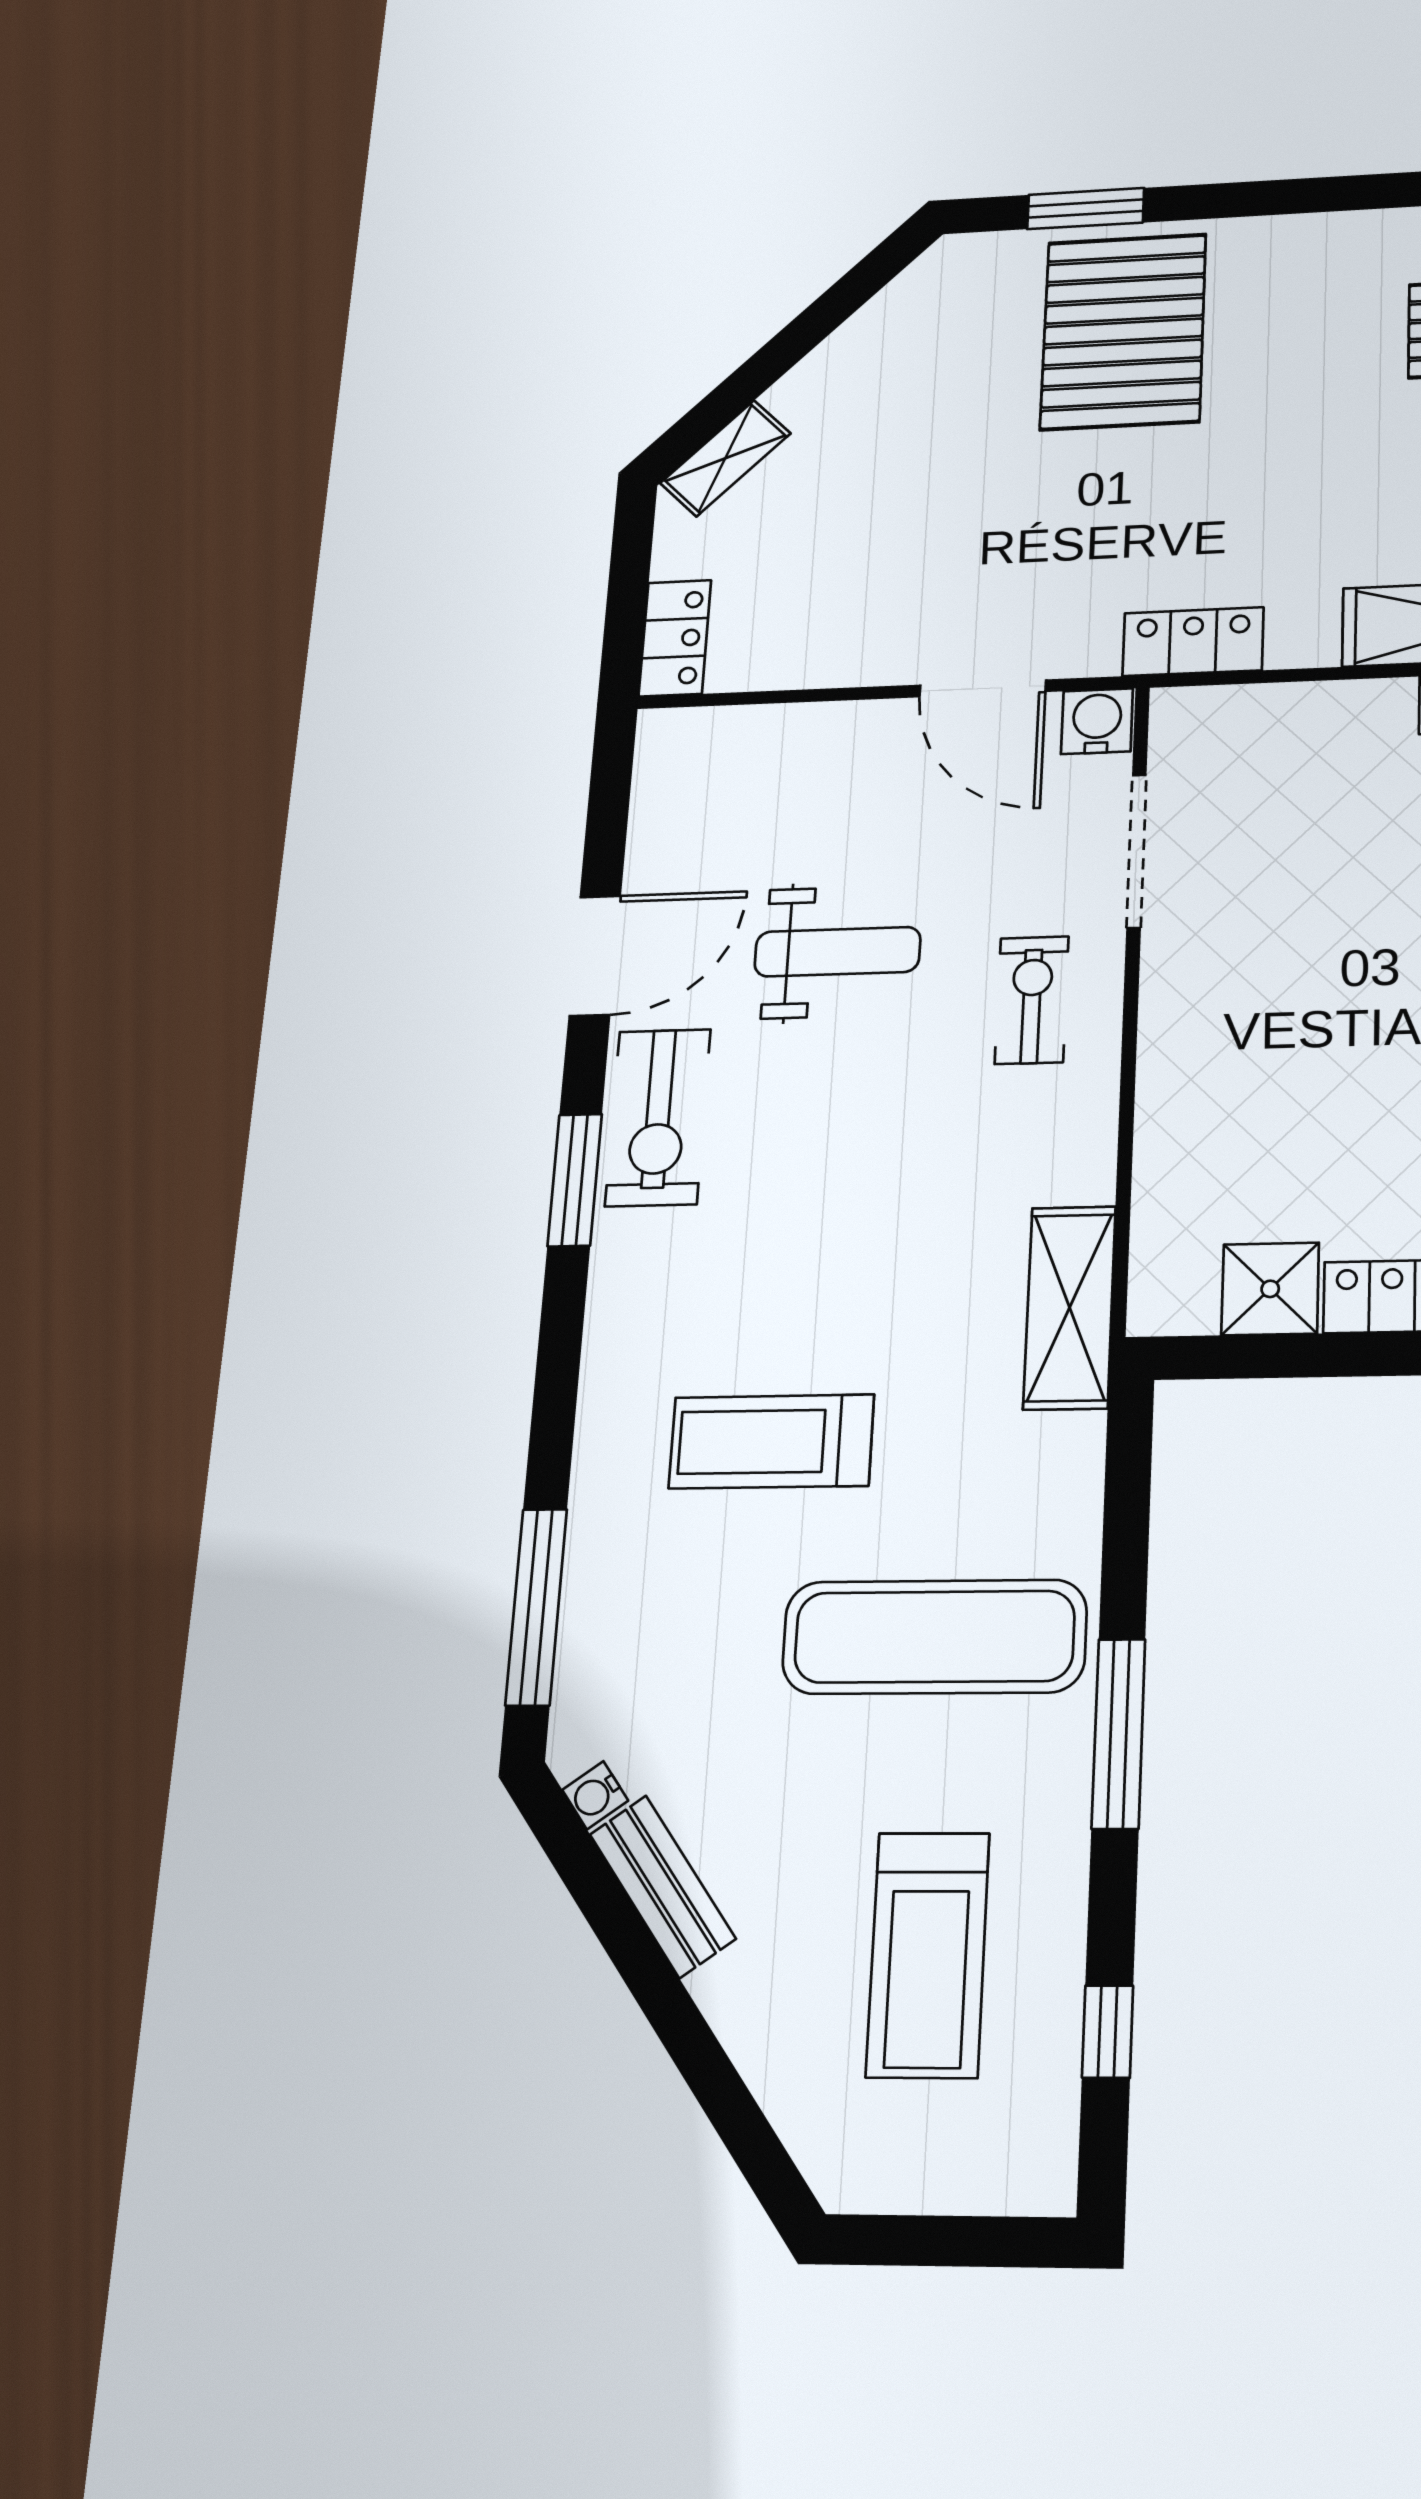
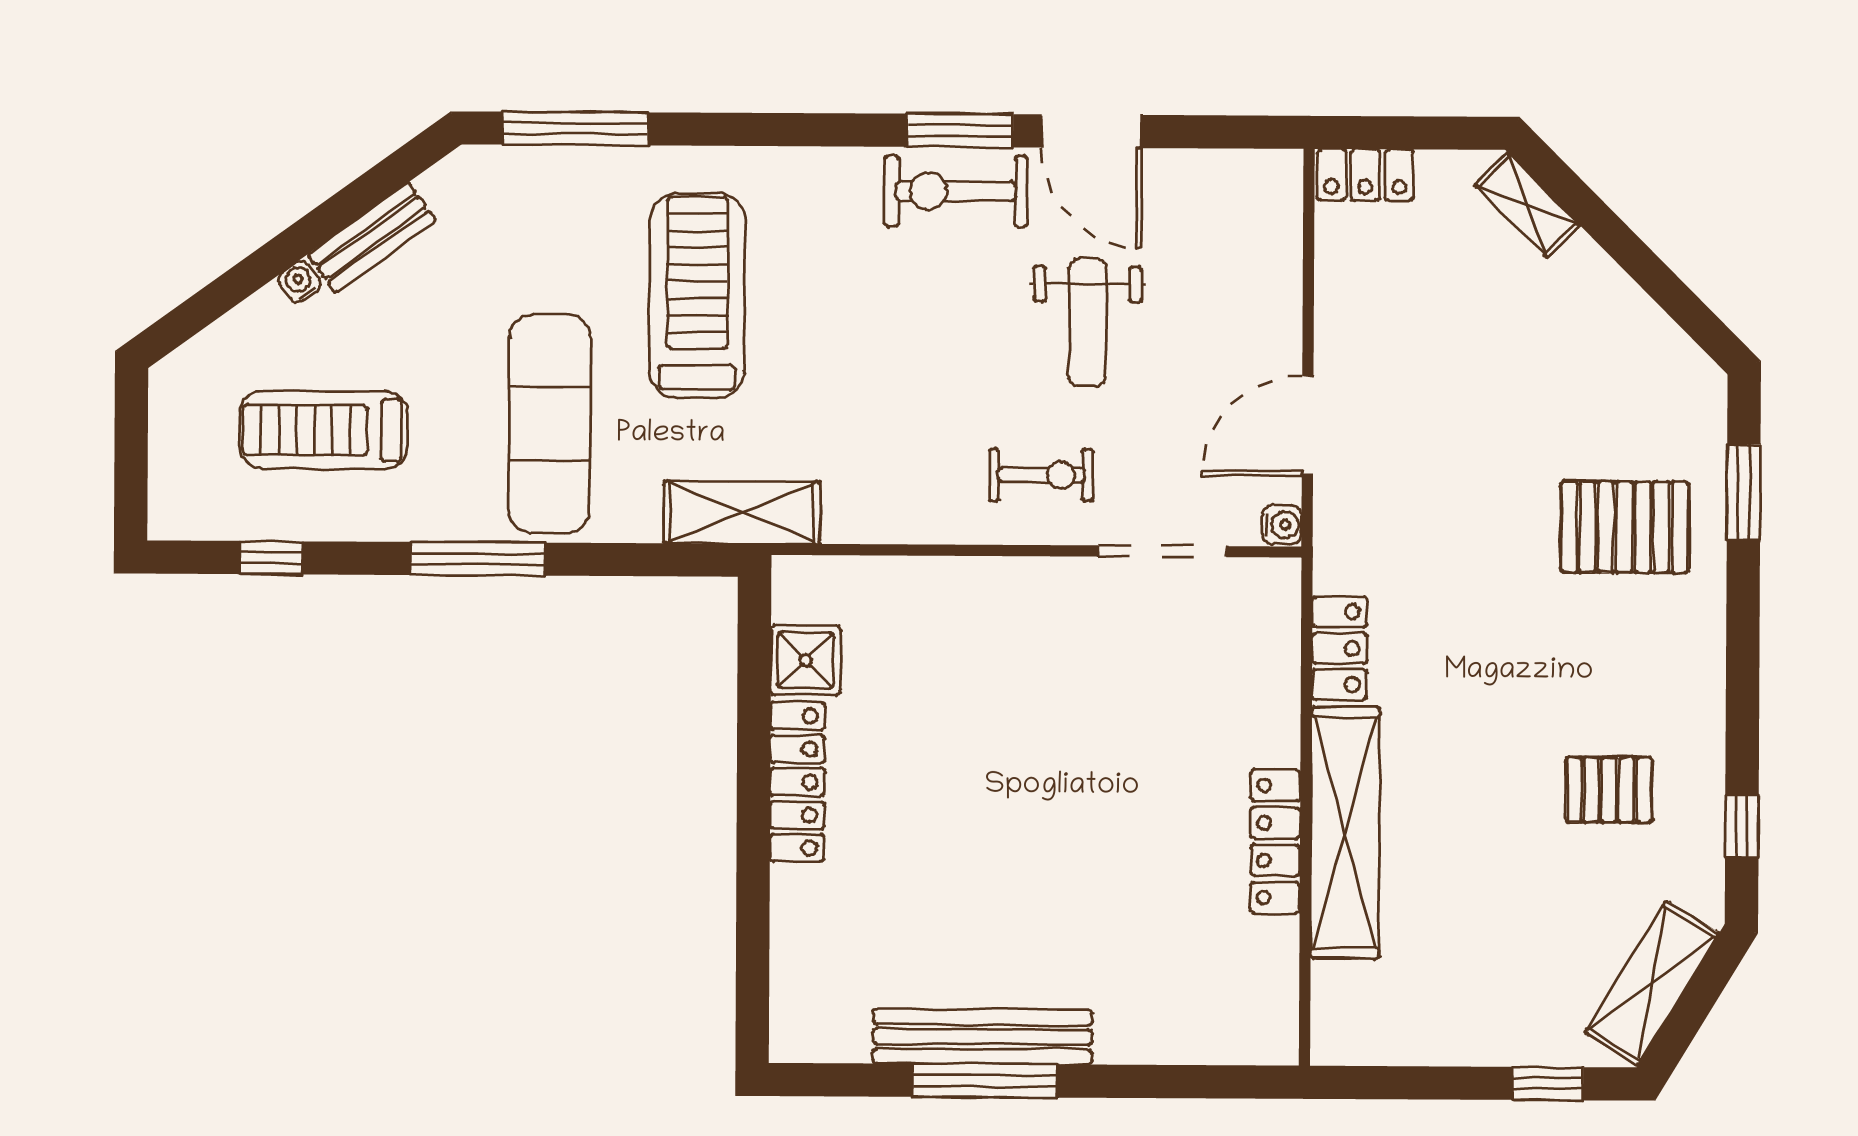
pallet: (1123, 332) -> (1625, 527), width x0.73, depth x0.71
locker: (1193, 642) -> (1340, 648), moved
water cooler: (1097, 721) -> (1282, 525), width x0.72, depth x0.72
window: (575, 1180) -> (960, 131), moved
shelving: (1070, 1307) -> (742, 512), moved
treadmill: (771, 1441) -> (697, 295), width x1.37, depth x1.38
water cooler: (595, 1795) -> (300, 282), moved

